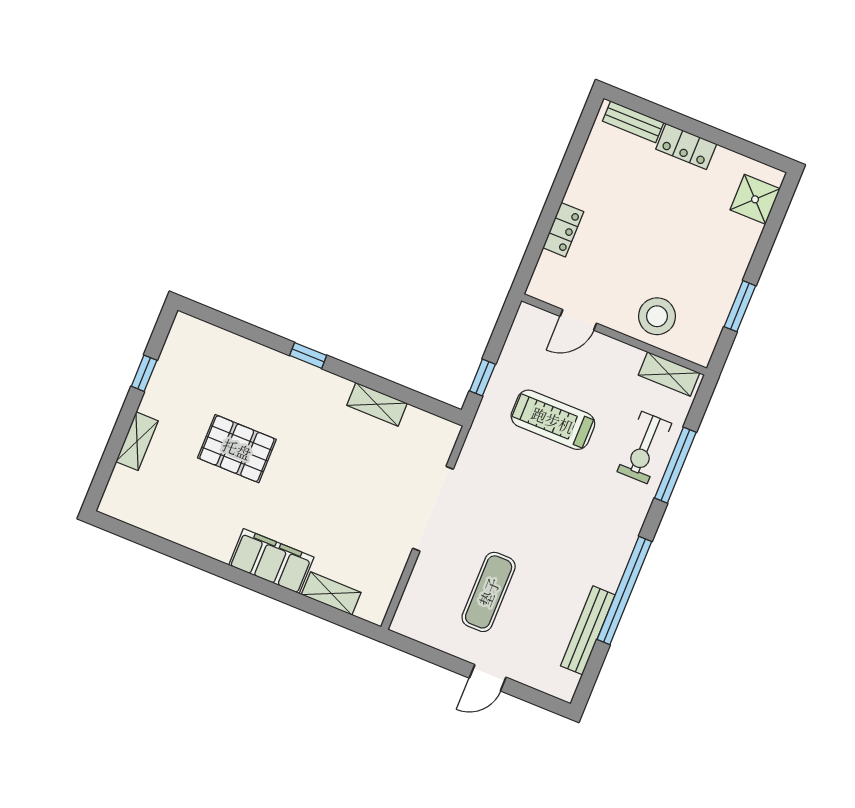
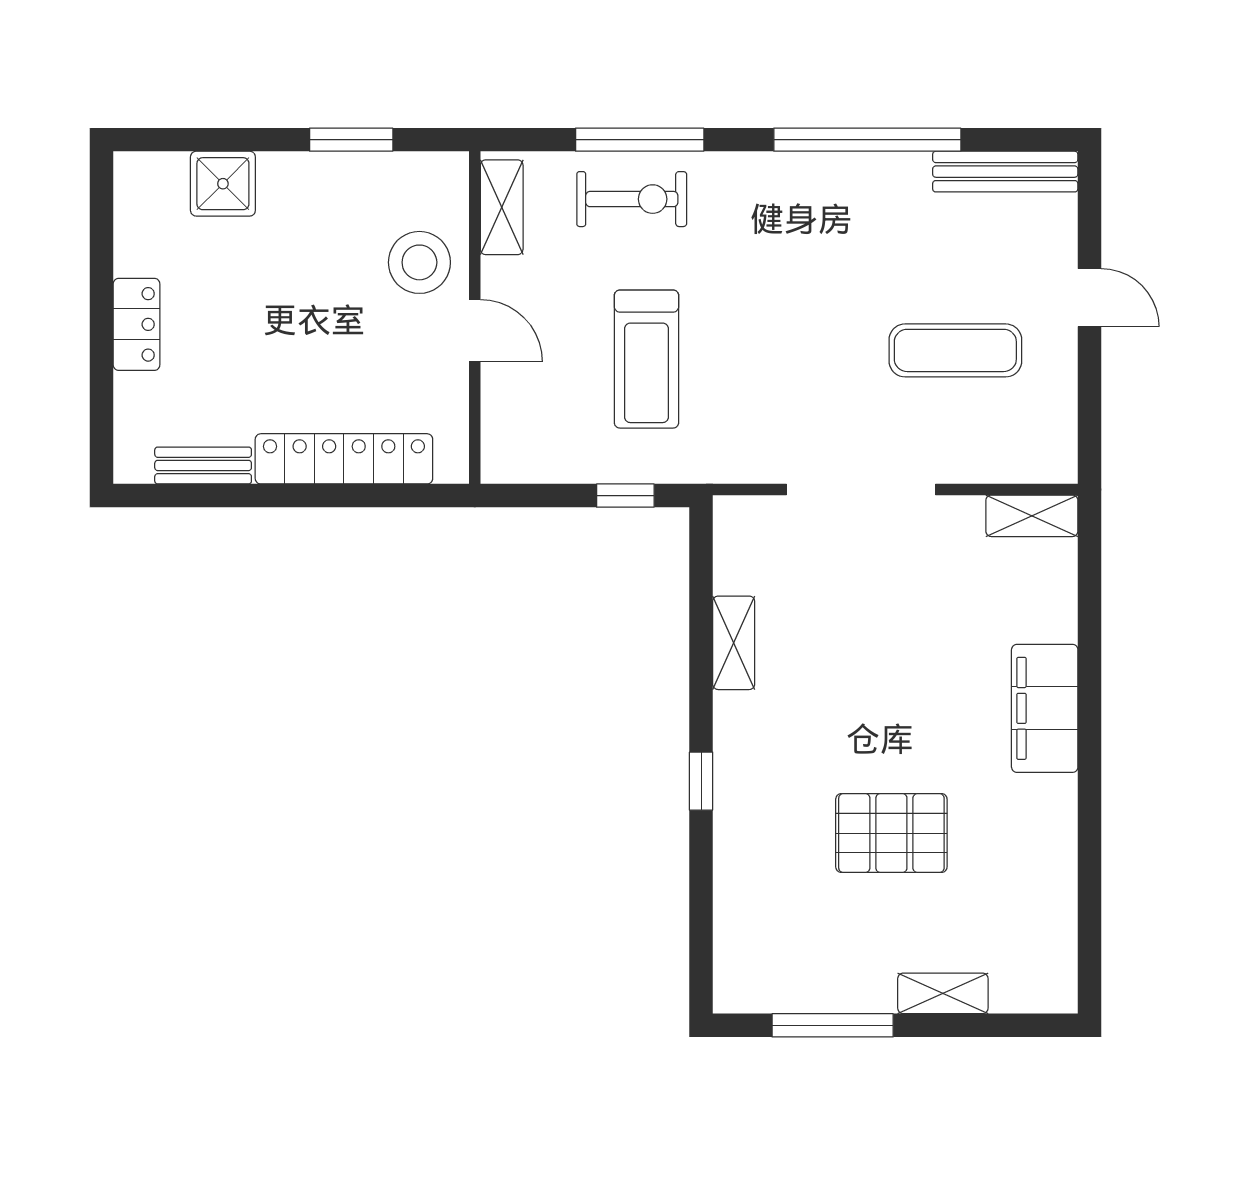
bench: (633, 122) -> (203, 465), moved, turned 90
shower: (755, 199) -> (223, 184), moved
locker: (563, 230) -> (344, 459), width x2.16, depth x1.21
door: (578, 320) -> (475, 331), moved
window: (144, 373) -> (833, 1025), width x2.17
pallet: (237, 449) -> (891, 833), turned 90
shelving: (331, 593) -> (1032, 516), moved, turned 90
bench: (588, 630) -> (1005, 172), moved

